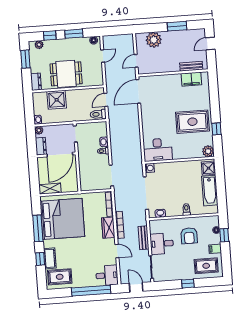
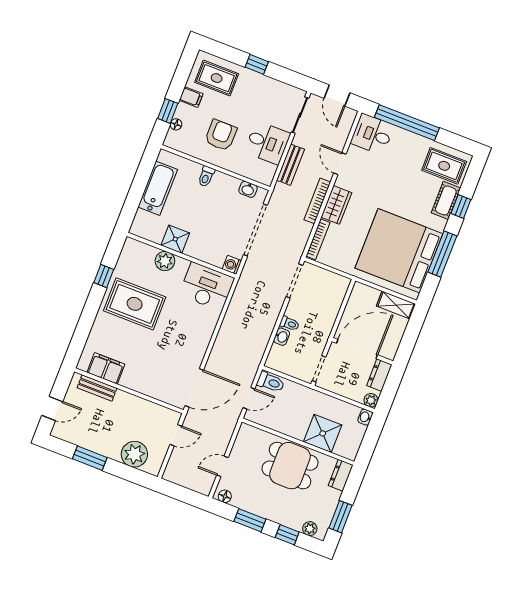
plant: (208, 151) -> (165, 261), moved
shower: (208, 168) -> (175, 239), moved

